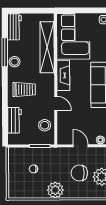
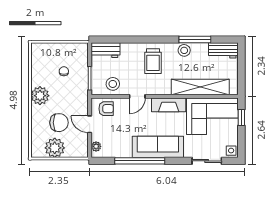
window: (74, 11) -> (241, 117), added
workbench: (15, 120) -> (105, 50), moved
armchair: (67, 131) -> (106, 109), added
door: (81, 146) -> (90, 124), swing flipped
chair: (79, 173) -> (59, 123), turned 90

